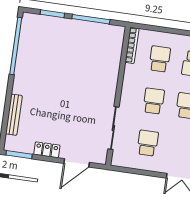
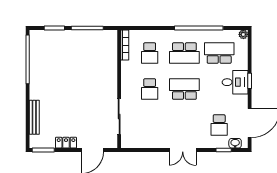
school desk: (160, 59) -> (150, 53), turned 180
school desk: (154, 101) -> (150, 89), turned 180
school desk: (148, 143) -> (150, 125), removed

